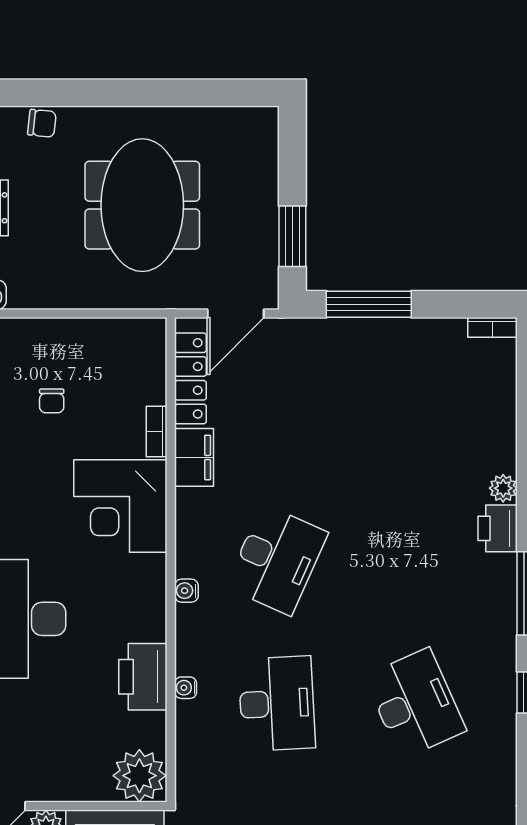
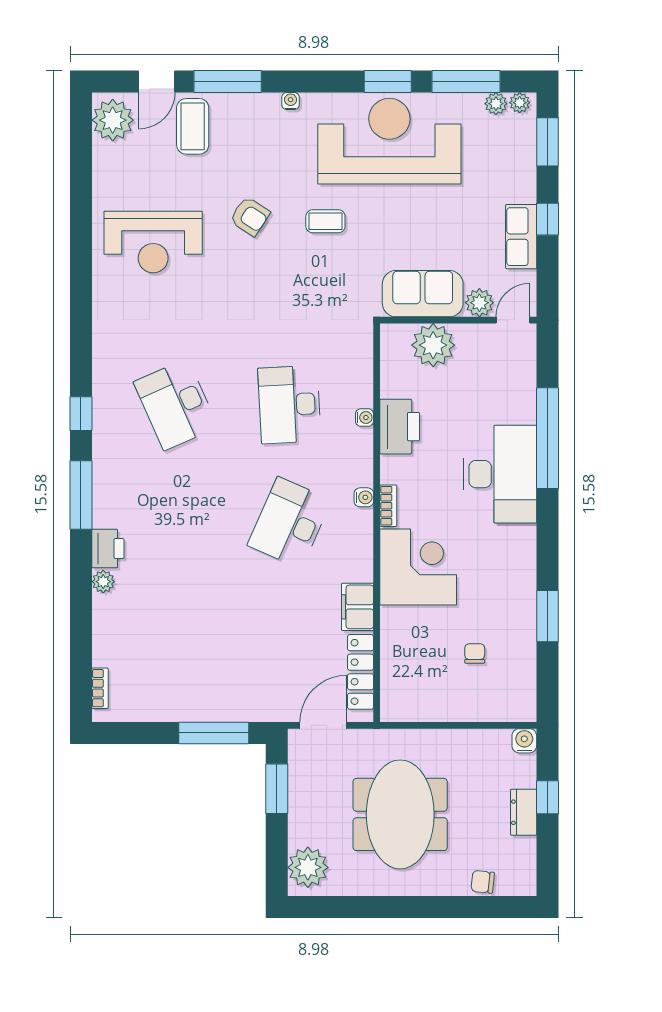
plant: (254, 141) -> (308, 867), added
bookcase: (492, 327) -> (100, 688), moved, turned 90
bookcase: (157, 431) -> (388, 506), moved
plant: (139, 776) -> (433, 345), moved

